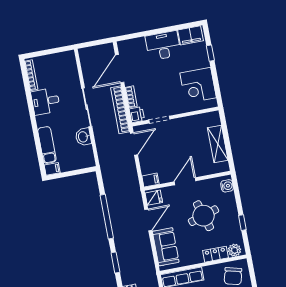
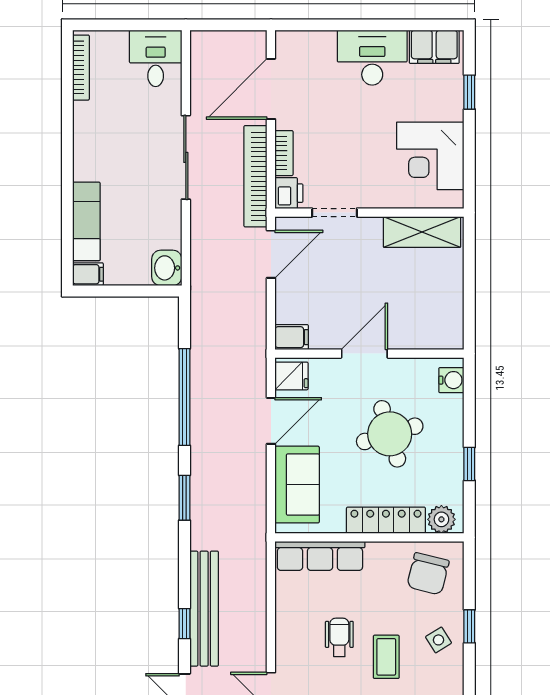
desk: (45, 101) -> (156, 58), moved, turned 90
washbasin: (83, 137) -> (167, 268), moved
shelving: (218, 144) -> (422, 232), moved, turned 90
locker: (215, 254) -> (386, 520), width x1.53

